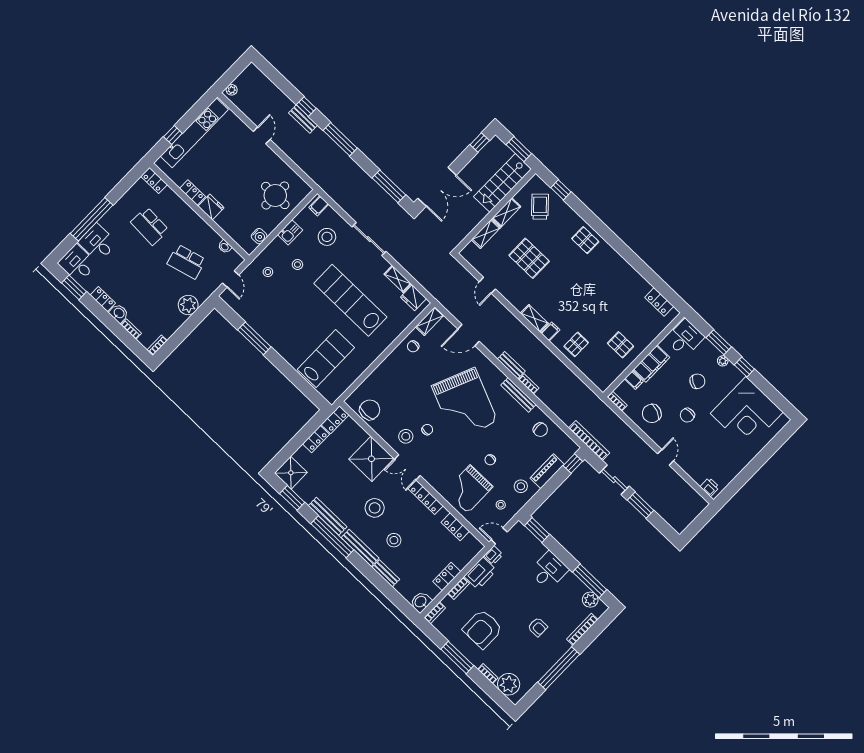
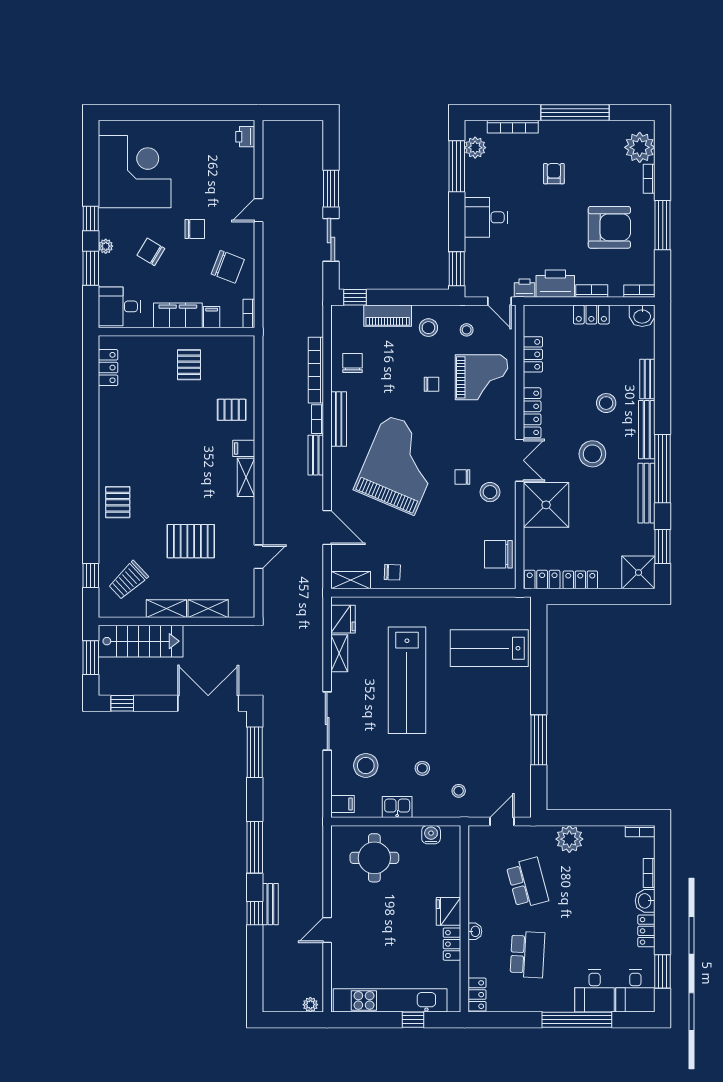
washbasin: (225, 247) -> (475, 931), moved
pallet: (529, 258) -> (191, 541), turned 90
bookcase: (589, 440) -> (316, 370), moved

